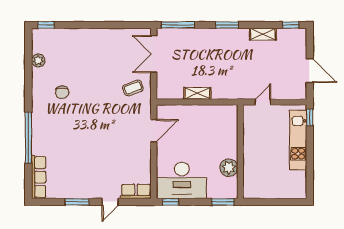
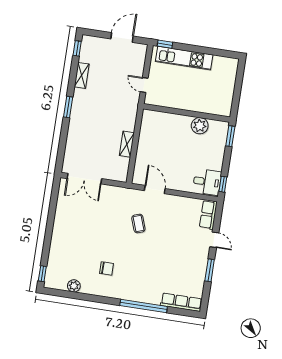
window: (178, 25) -> (61, 152), removed
coffee table: (133, 88) -> (138, 224), moved
desk: (182, 180) -> (207, 182), width x0.53, depth x0.77

